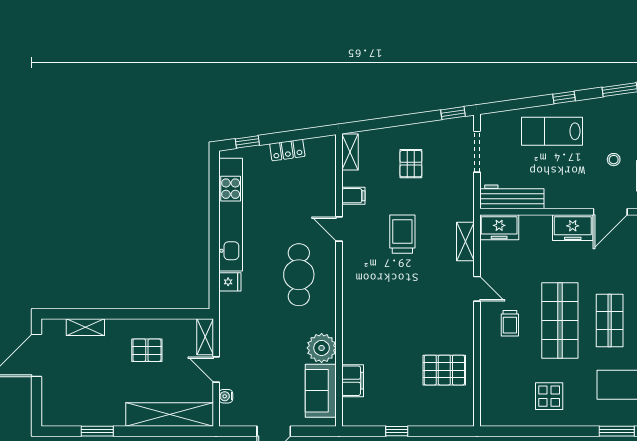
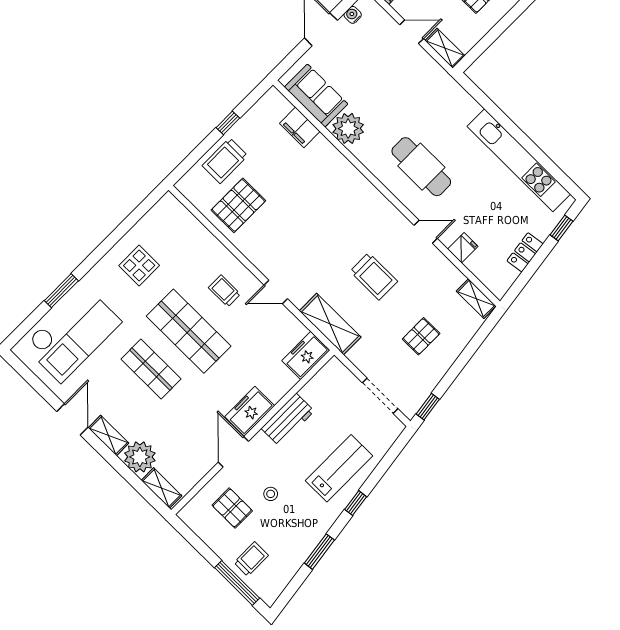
pallet: (411, 164) -> (421, 336), turned 90
filing cabinet: (353, 196) -> (440, 268), removed
workbench: (512, 197) -> (288, 420), moved, width x0.73
shelving: (465, 241) -> (330, 324), width x1.50, depth x1.33
fridge: (230, 282) -> (463, 248), moved, turned 180
water cooler: (226, 396) -> (353, 15), moved, turned -90
trolley: (424, 408) -> (225, 161), added

